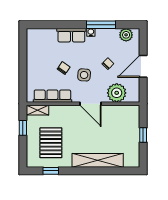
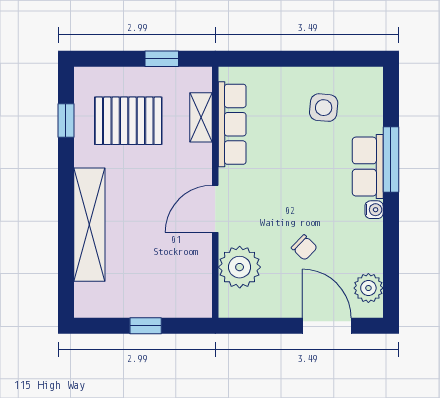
window: (101, 25) -> (391, 159), moved
door: (143, 66) -> (327, 326), moved
chair: (64, 68) -> (295, 149), removed
side table: (84, 75) -> (324, 108), moved
shelving: (38, 110) -> (201, 117), moved

